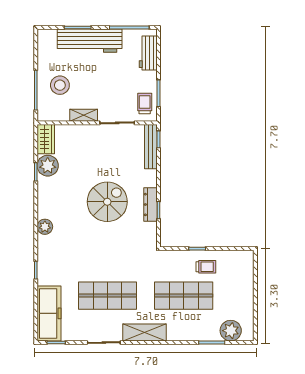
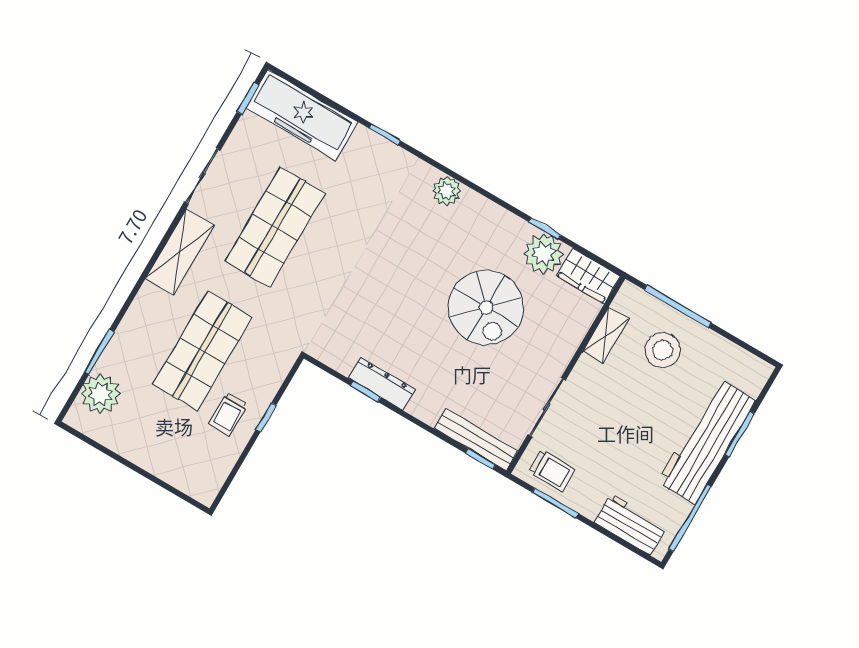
shelving: (84, 115) -> (606, 335), moved
spiral stairs: (107, 202) -> (486, 307), moved

